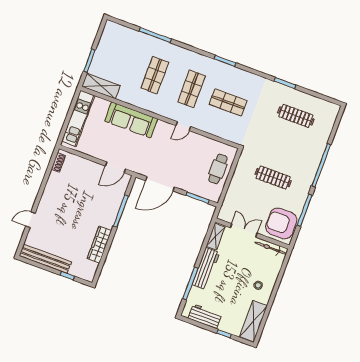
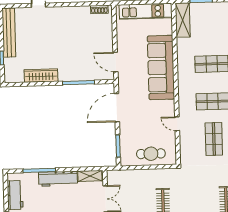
sofa: (131, 120) -> (161, 67), width x1.36, depth x1.27
door: (183, 126) -> (177, 124), moved
door: (160, 184) -> (117, 108), hinge flipped

